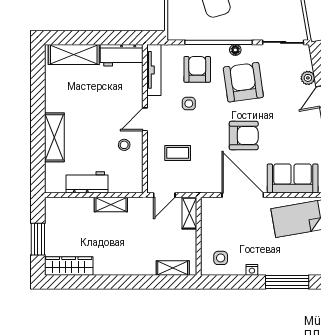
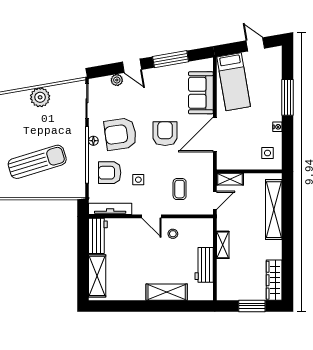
door: (164, 195) -> (215, 200), hinge flipped
shelving: (173, 268) -> (274, 210), width x2.20, depth x1.33

